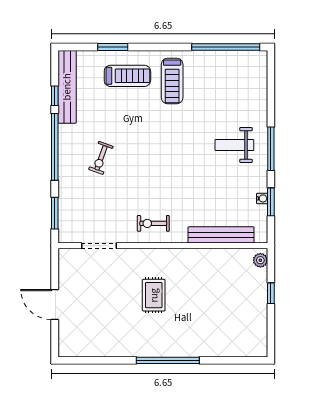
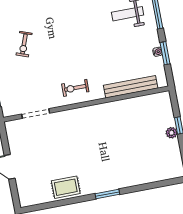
plant: (260, 260) -> (172, 133), moved
rug: (154, 295) -> (66, 187), moved, turned 90
window: (168, 360) -> (107, 194), width x0.47

